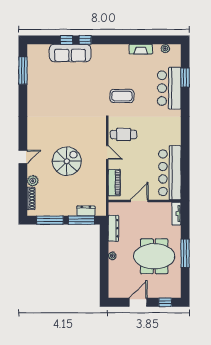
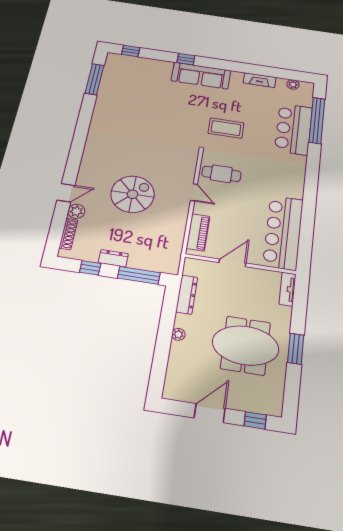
window: (66, 40) -> (131, 51), moved
sofa: (70, 53) -> (201, 76), moved
window: (185, 78) -> (317, 120), width x2.11
door: (23, 157) -> (66, 193), moved
dresser: (86, 211) -> (113, 258), moved
window: (50, 220) -> (90, 268), width x0.46
window: (185, 253) -> (296, 349), width x0.69

